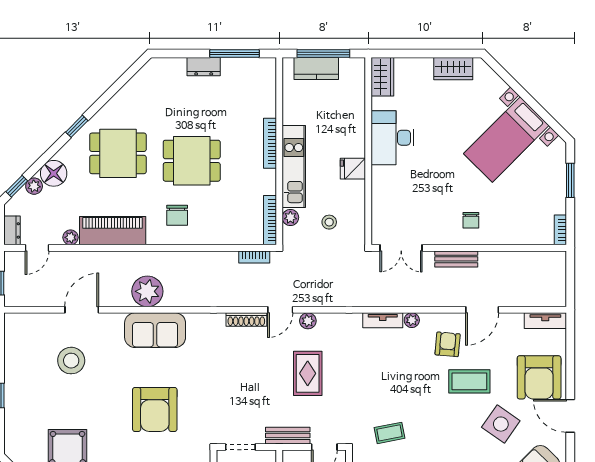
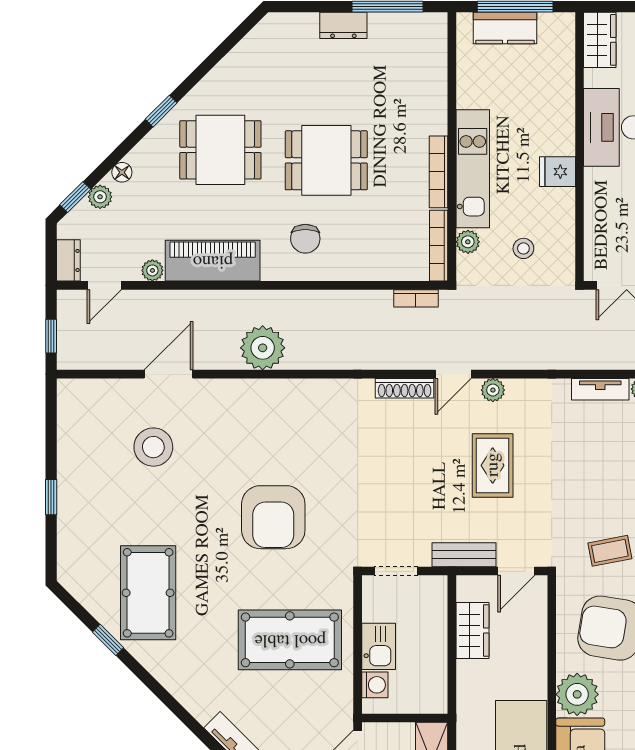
bookcase: (270, 143) -> (439, 172), moved
floor lamp: (54, 173) -> (122, 172), width x0.53, depth x0.53
sofa: (155, 330) -> (274, 403), removed

